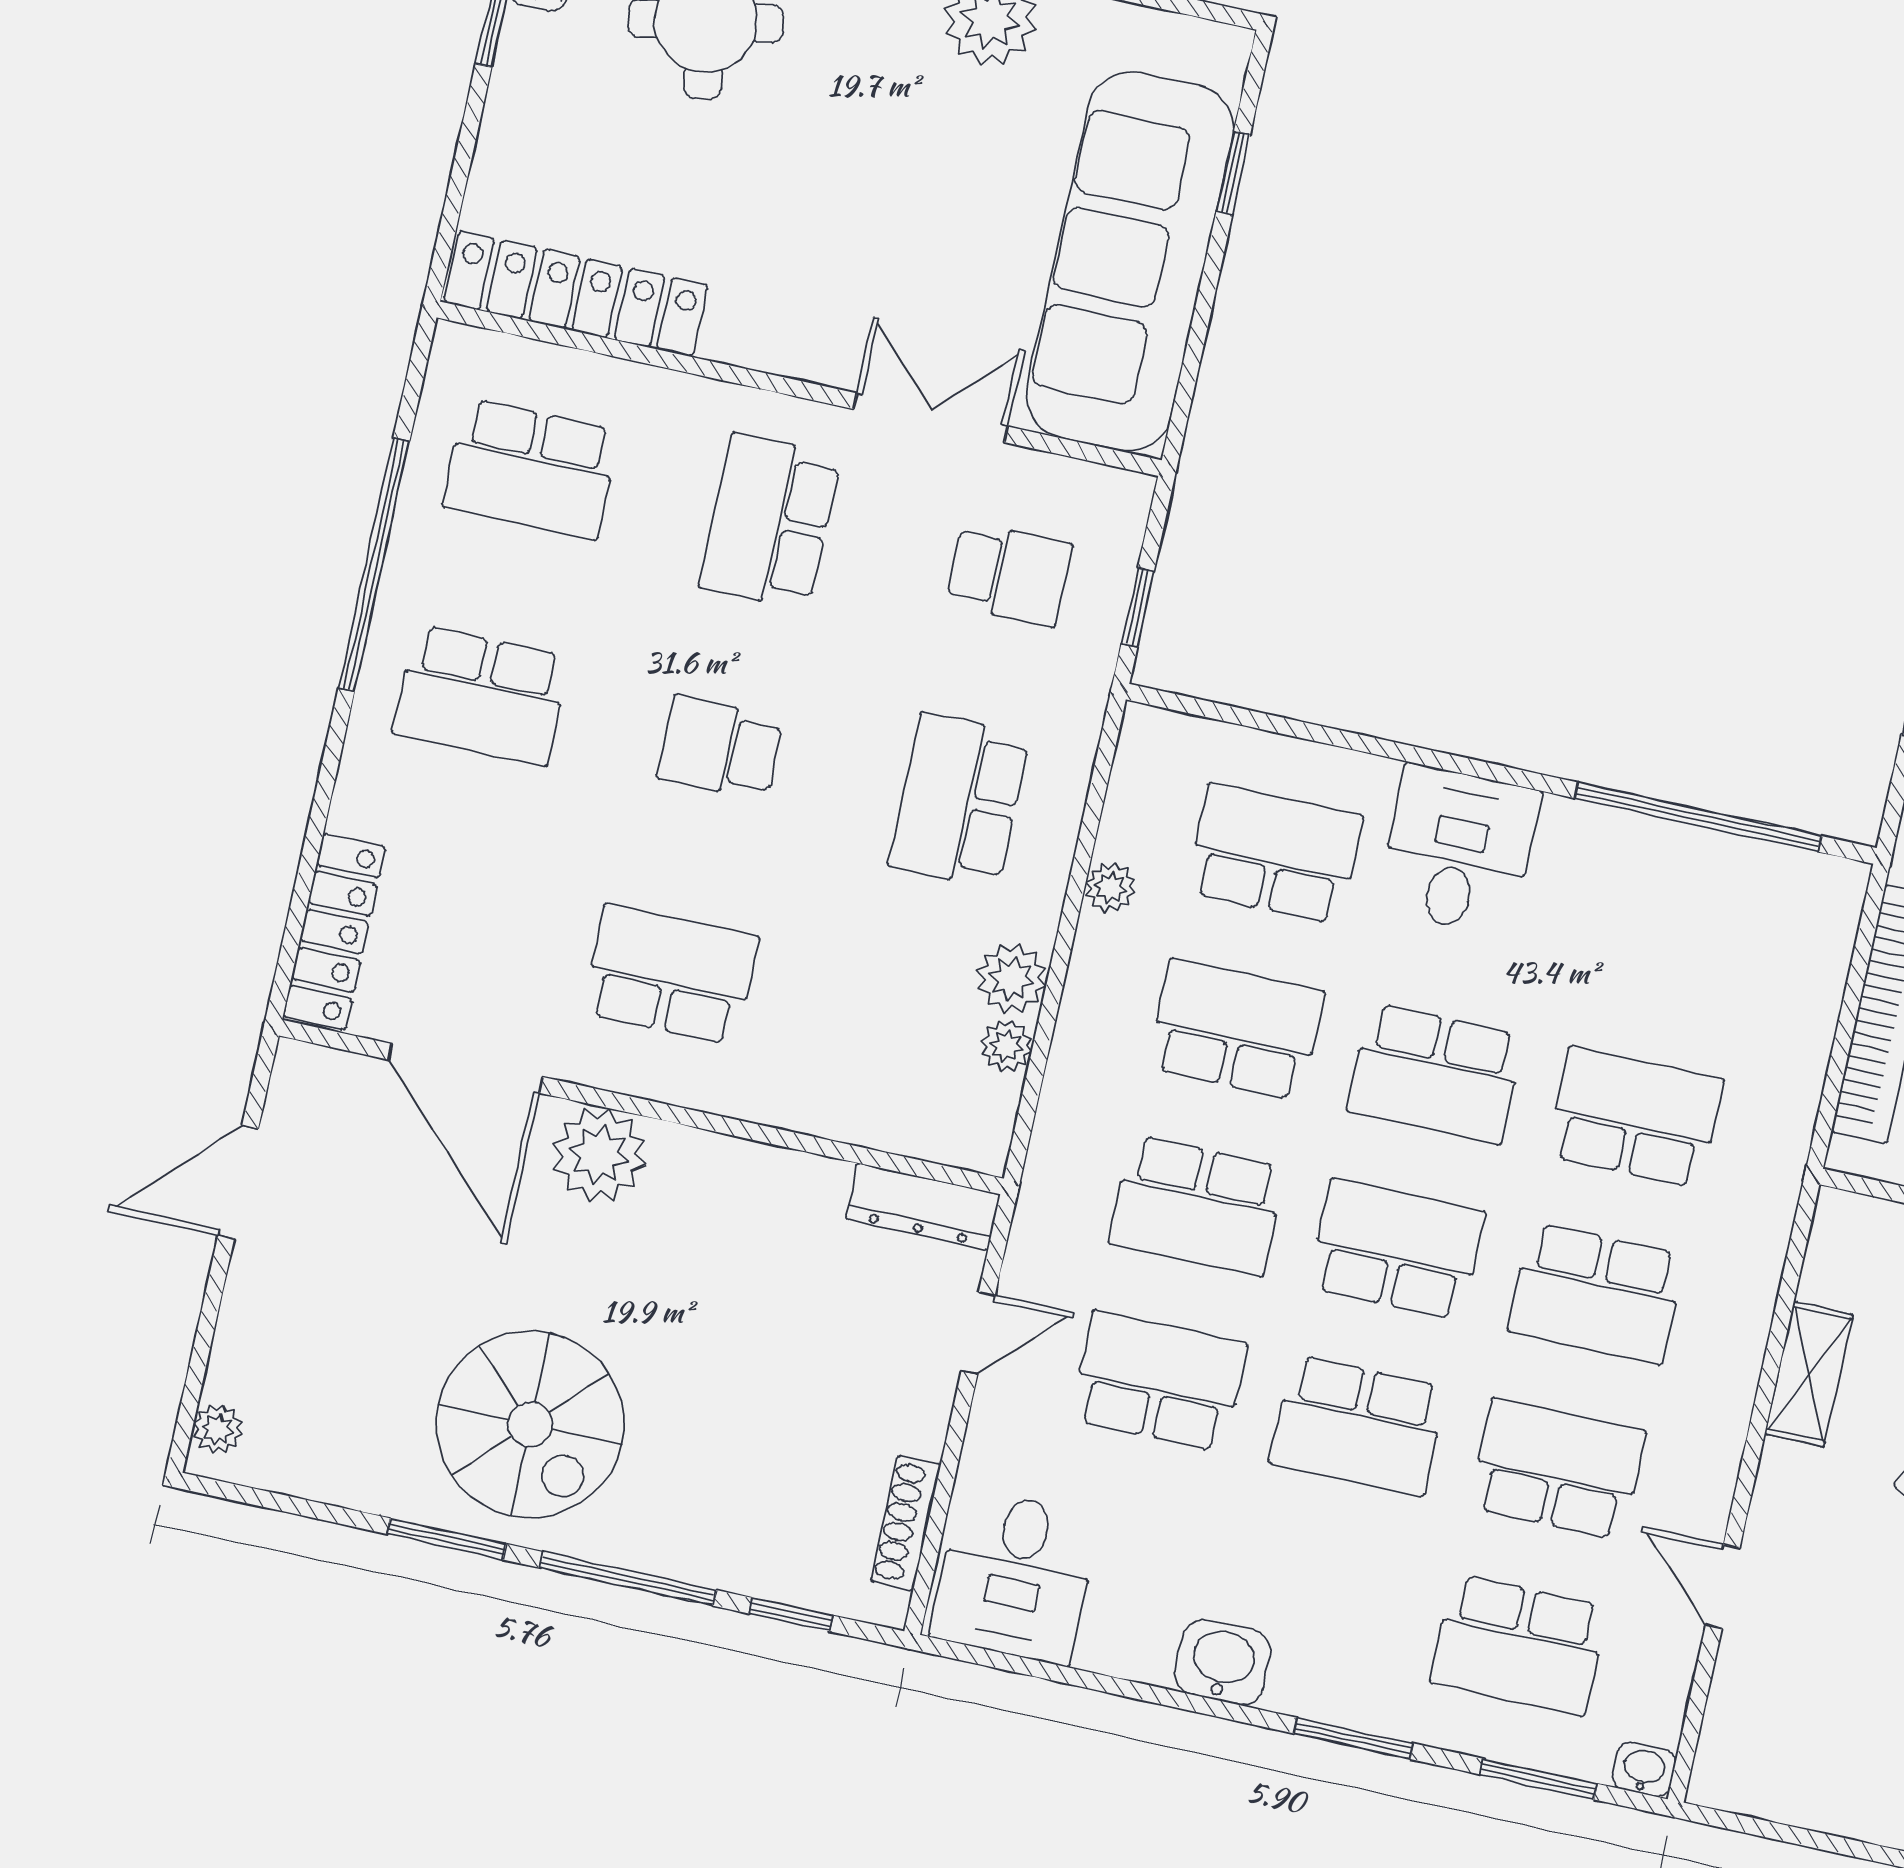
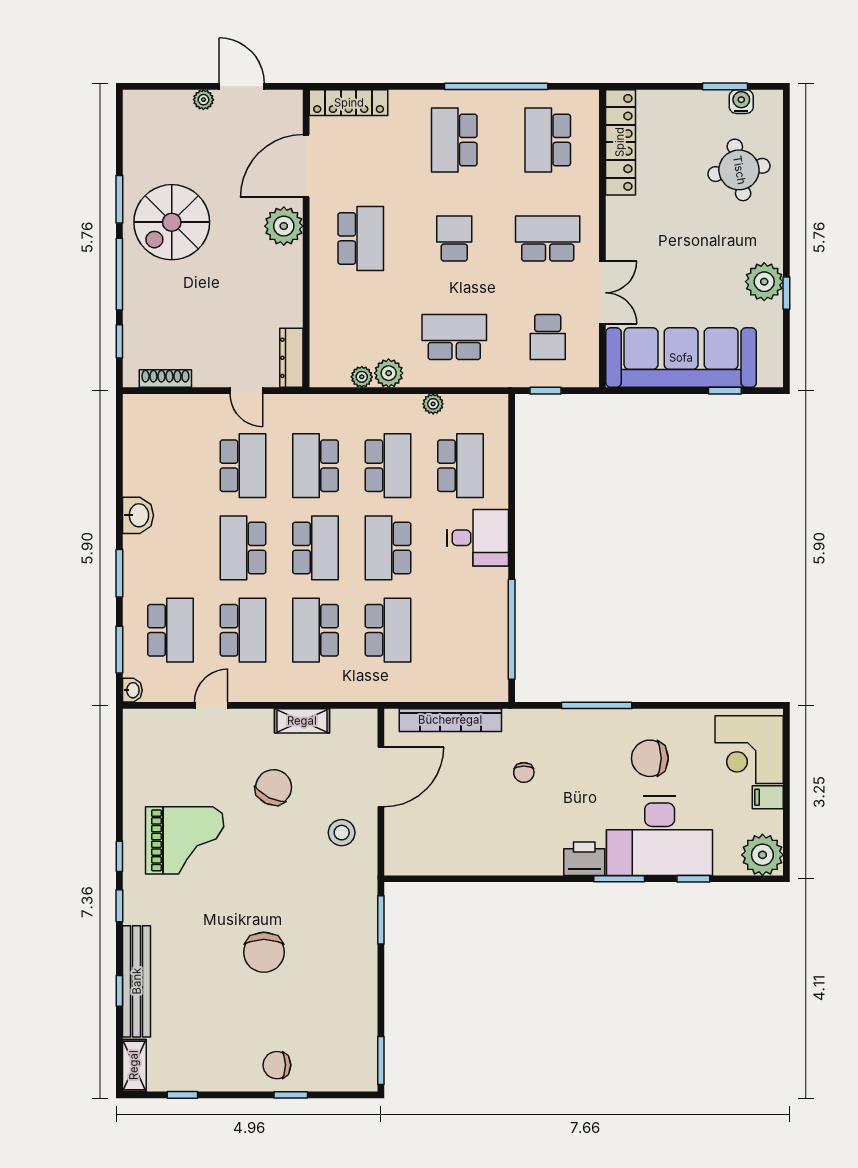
plant: (217, 1429) -> (203, 100), moved
desk: (1015, 1576) -> (154, 426), removed
school desk: (1519, 1645) -> (170, 630), turned 180

